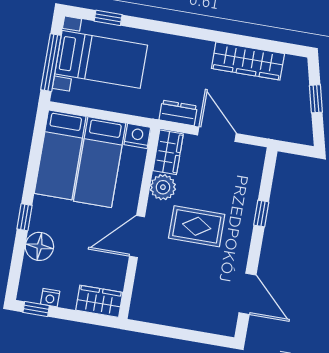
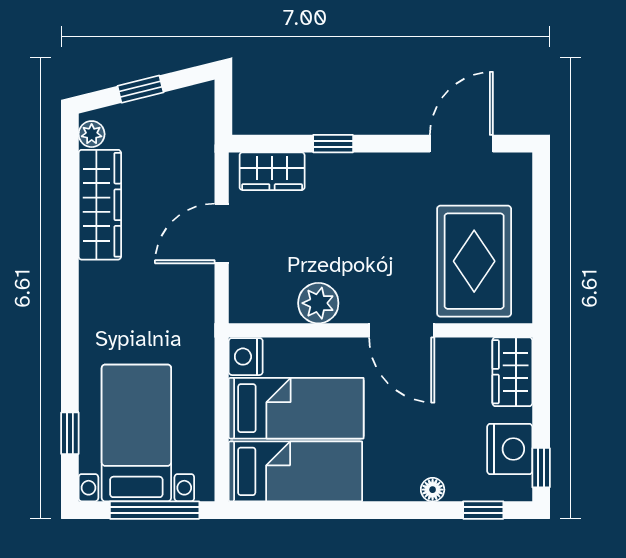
plant: (293, 63) -> (92, 134), added
dresser: (178, 113) -> (199, 299), removed
wardrobe: (168, 152) -> (272, 171), moved, turned 180
window: (25, 217) -> (483, 510), moved
rug: (197, 226) -> (474, 261), moved, width x1.36, depth x1.43
floor lamp: (39, 246) -> (433, 490), width x0.53, depth x0.53
nightstand: (50, 298) -> (510, 449), width x1.89, depth x1.79

